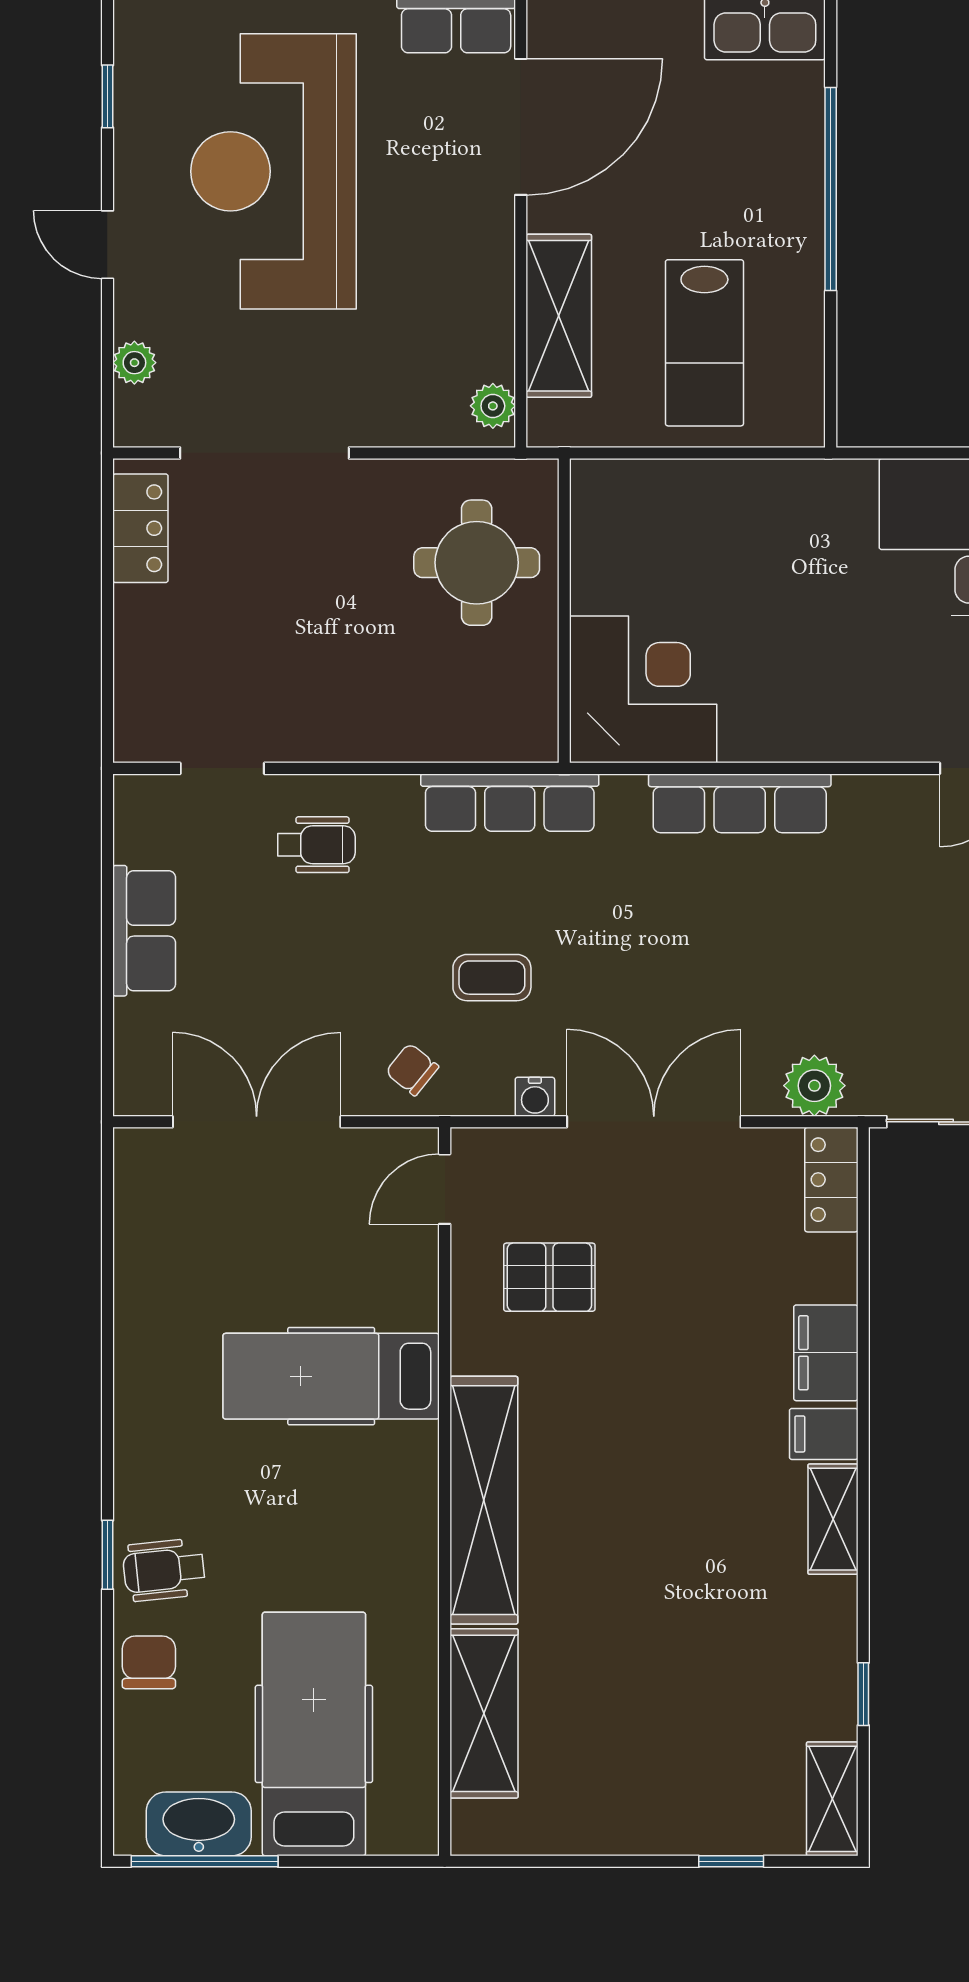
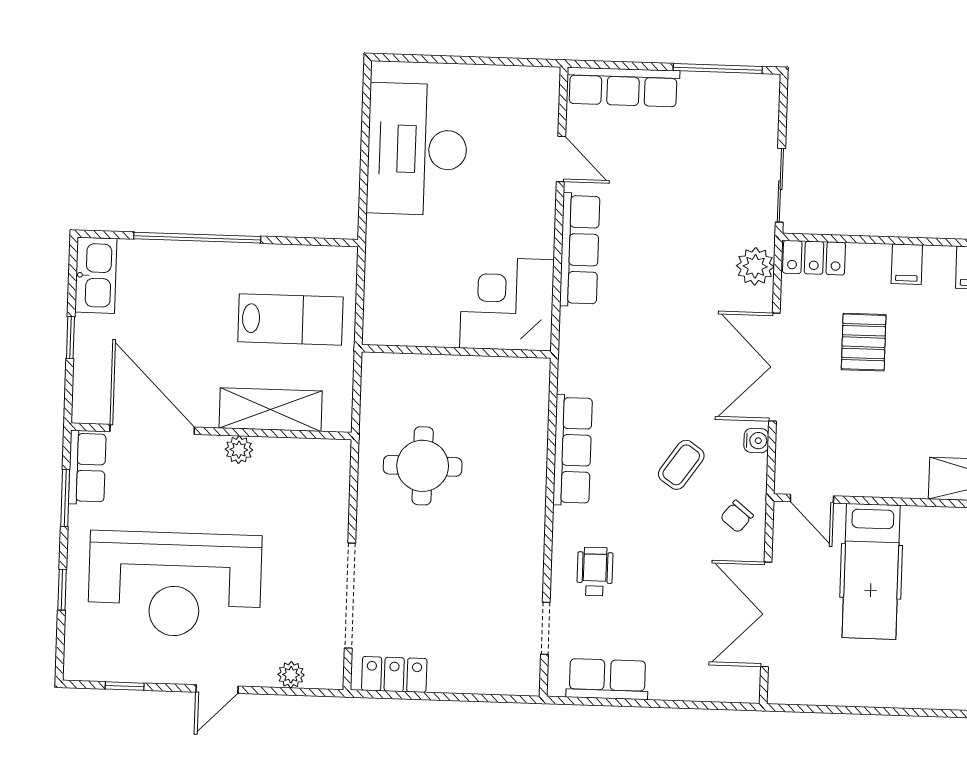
plant: (493, 406) -> (239, 450), moved
wall: (564, 611) -> (456, 351), moved
corner desk: (643, 689) -> (507, 304), moved
row of seats: (740, 803) -> (580, 250), moved
row of seats: (144, 931) -> (607, 679), moved
coffee table: (492, 978) -> (681, 465), turned 35
pallet: (549, 1277) -> (864, 342), moved
filing cabinet: (826, 1353) -> (907, 264), width x0.50
hospital bed: (331, 1376) -> (871, 571), moved

